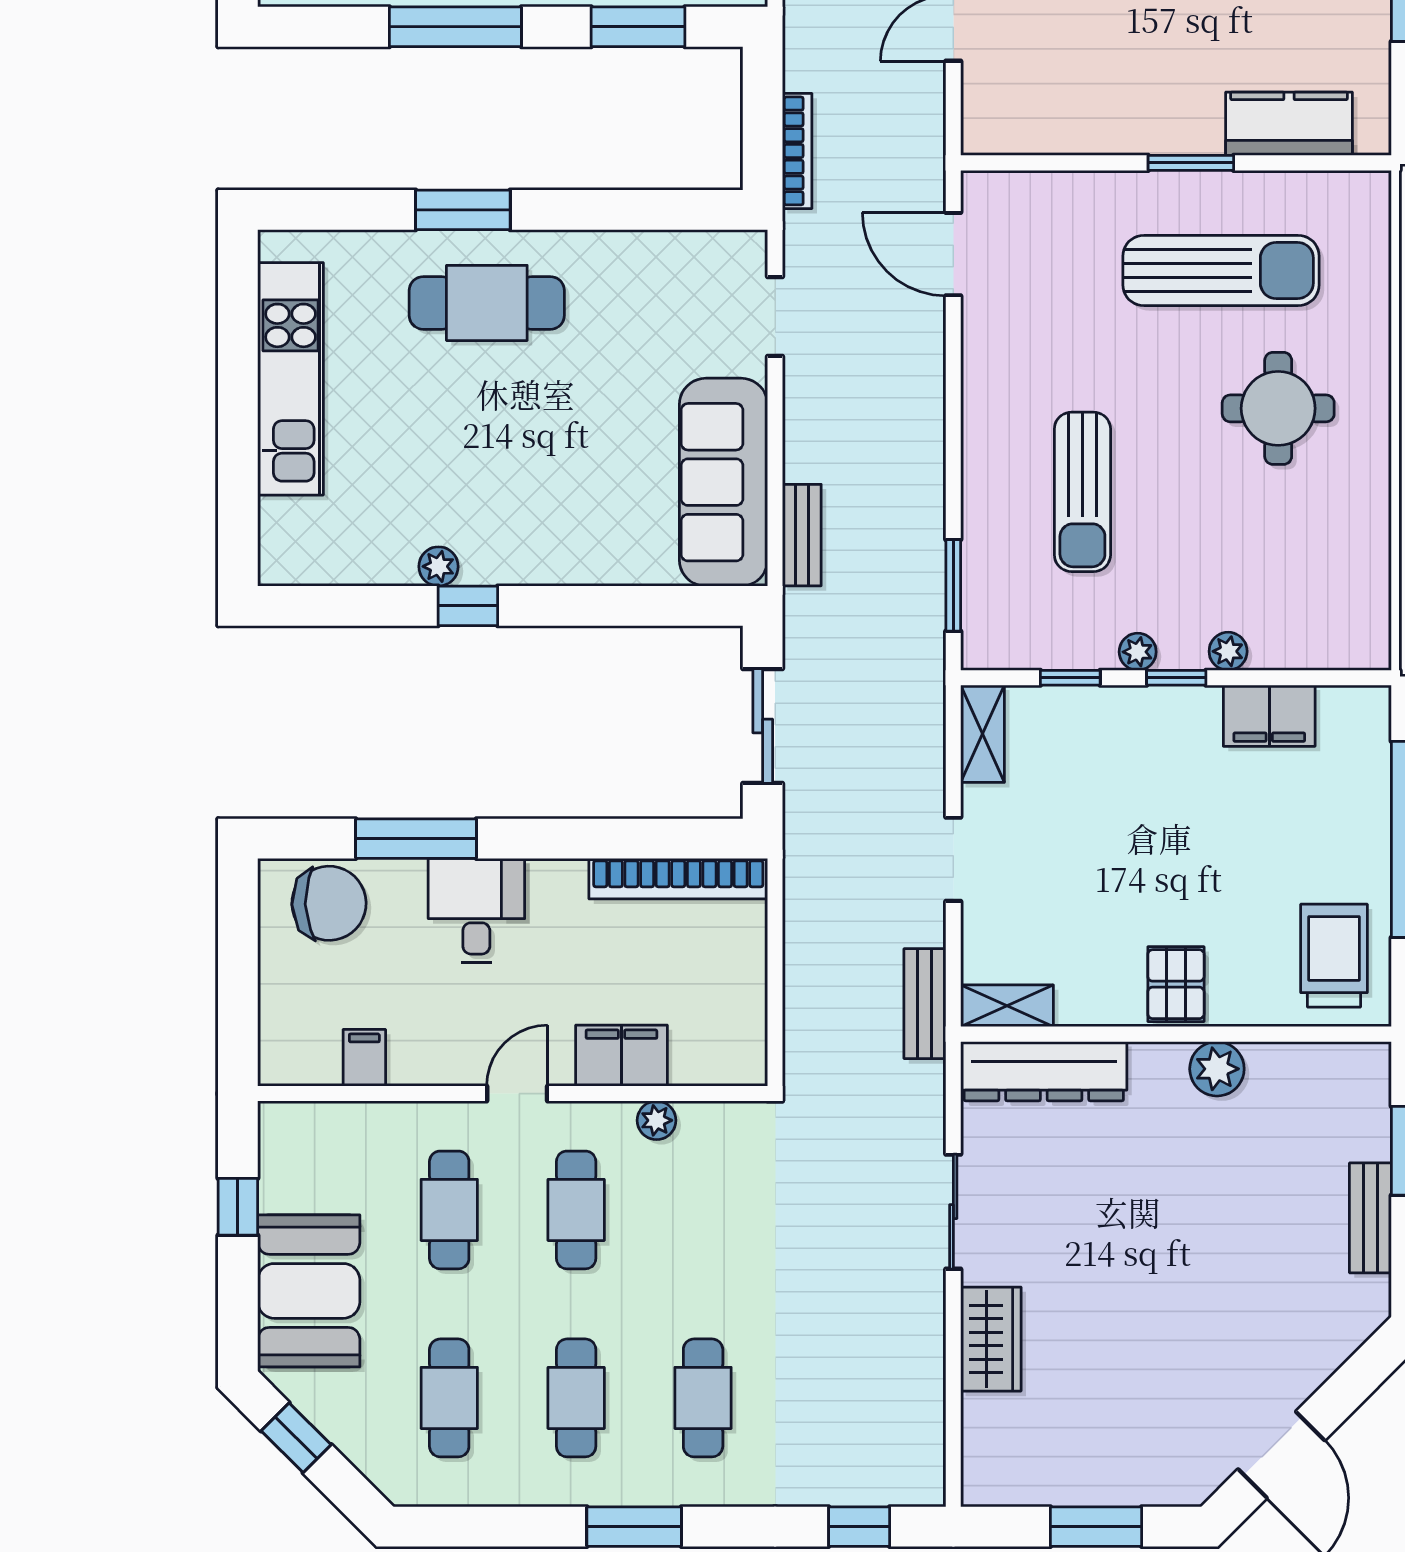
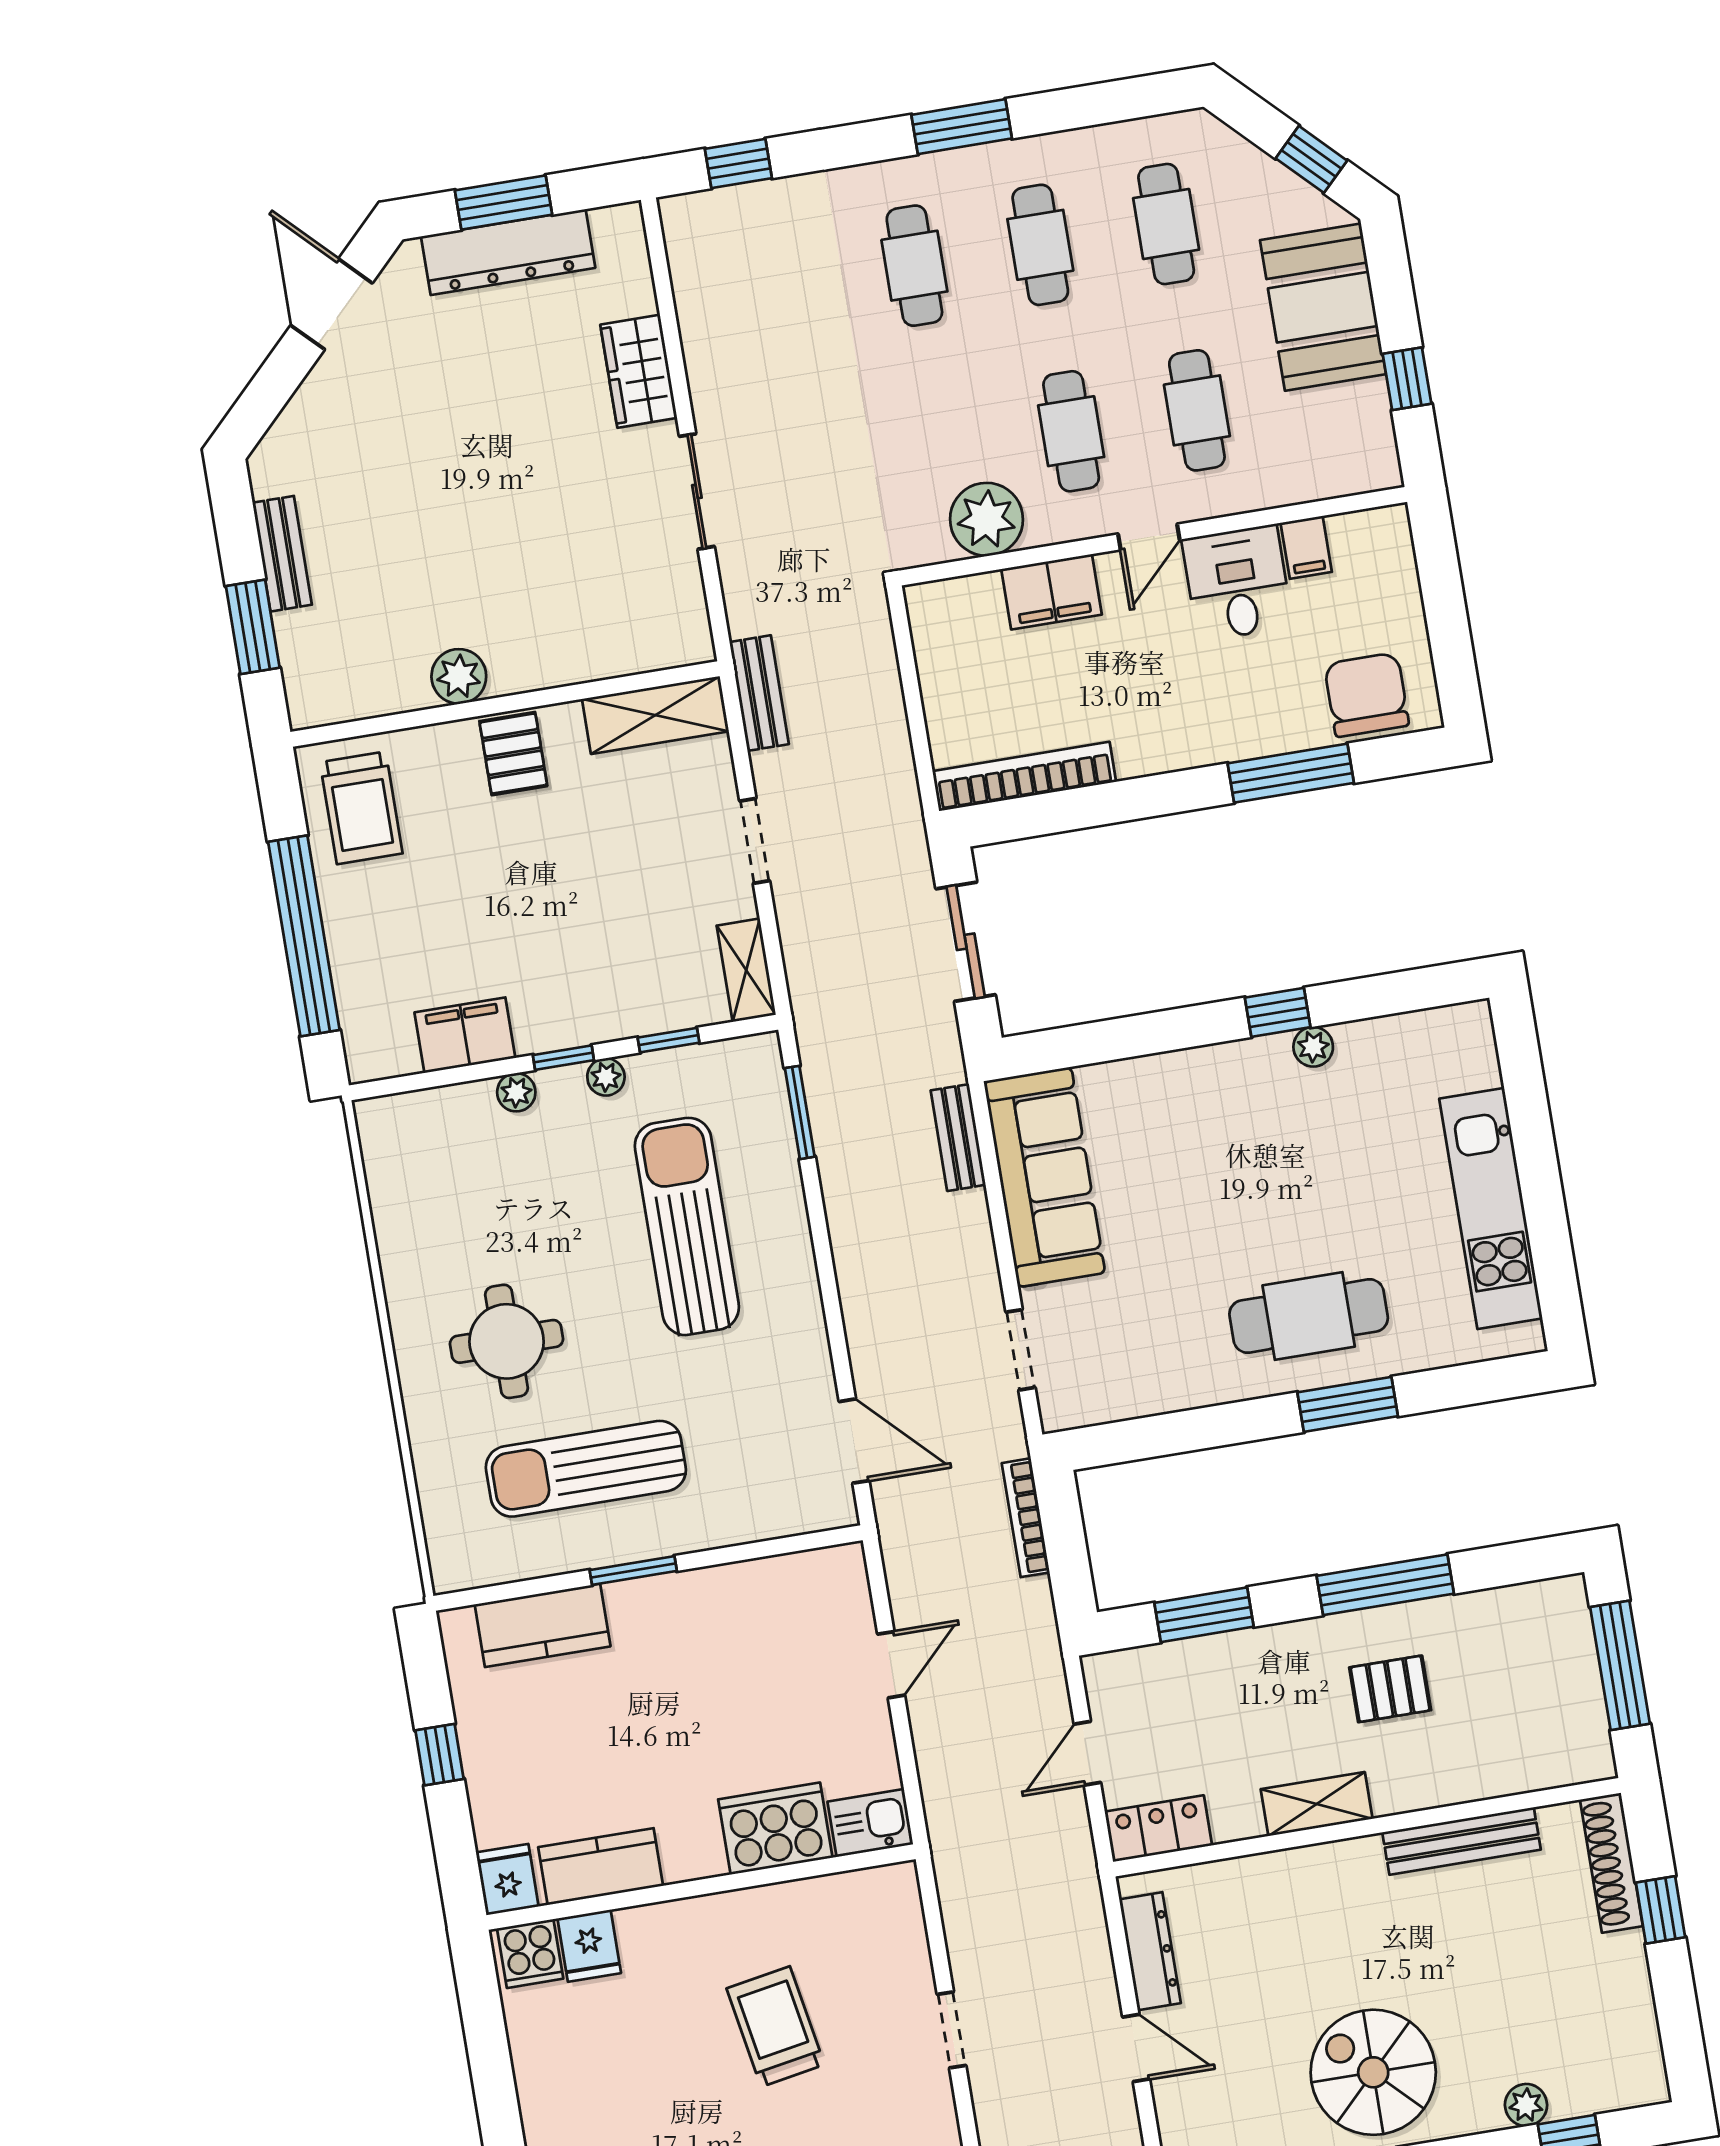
sun lounger: (1082, 492) -> (687, 1226), width x1.36, depth x1.34
chair: (329, 903) -> (1367, 695), turned 92
desk: (476, 910) -> (1237, 583), moved, turned 180
shelving: (1007, 1006) -> (655, 715), width x1.50, depth x1.33
dresser: (1044, 1071) -> (508, 252), moved, turned 180
plant: (657, 1120) -> (986, 519), width x1.88, depth x1.88

